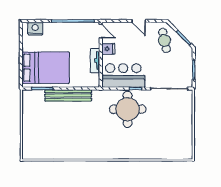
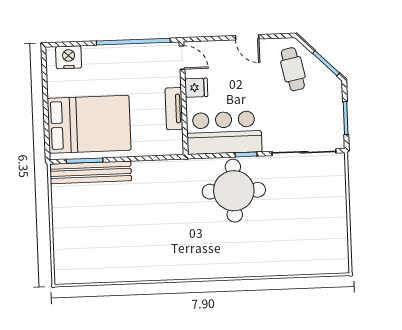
bench: (68, 95) -> (91, 172), moved

